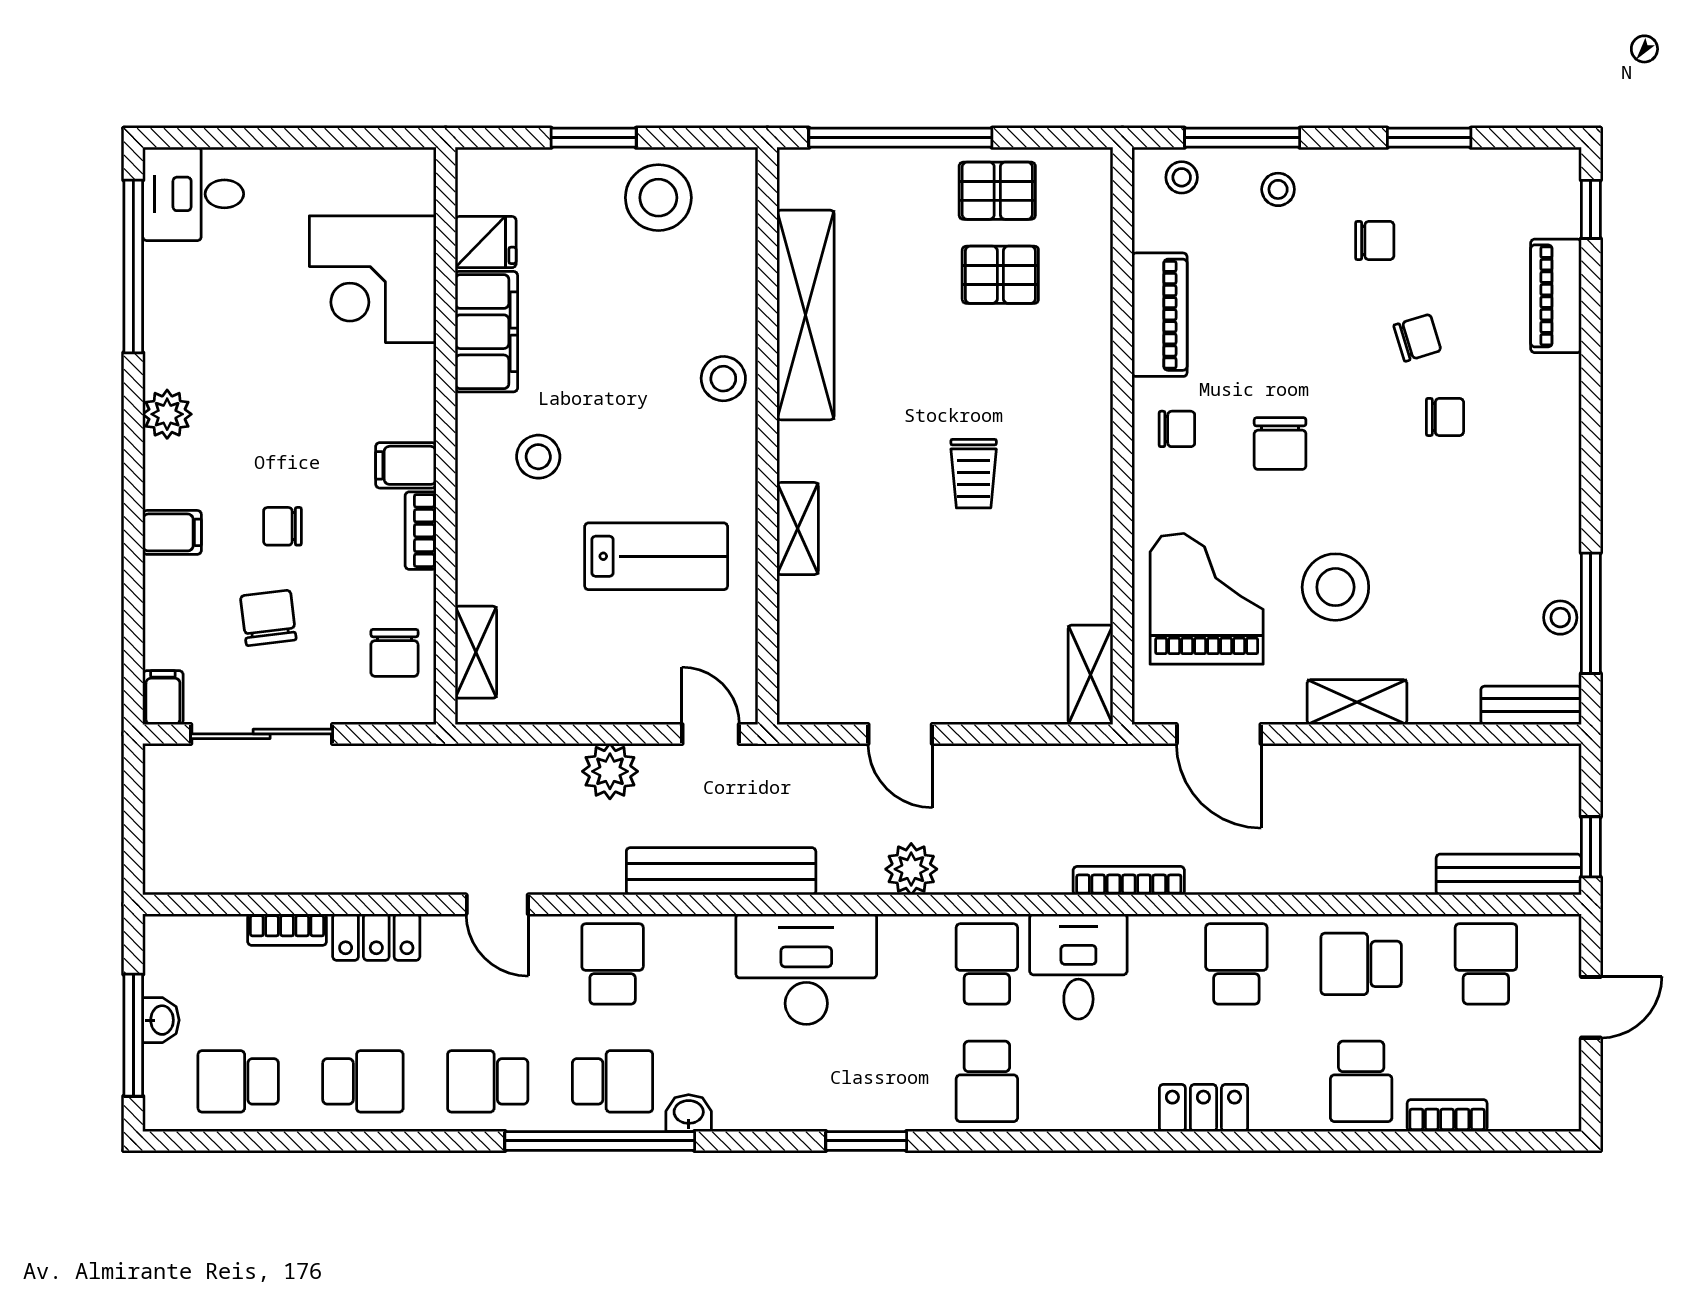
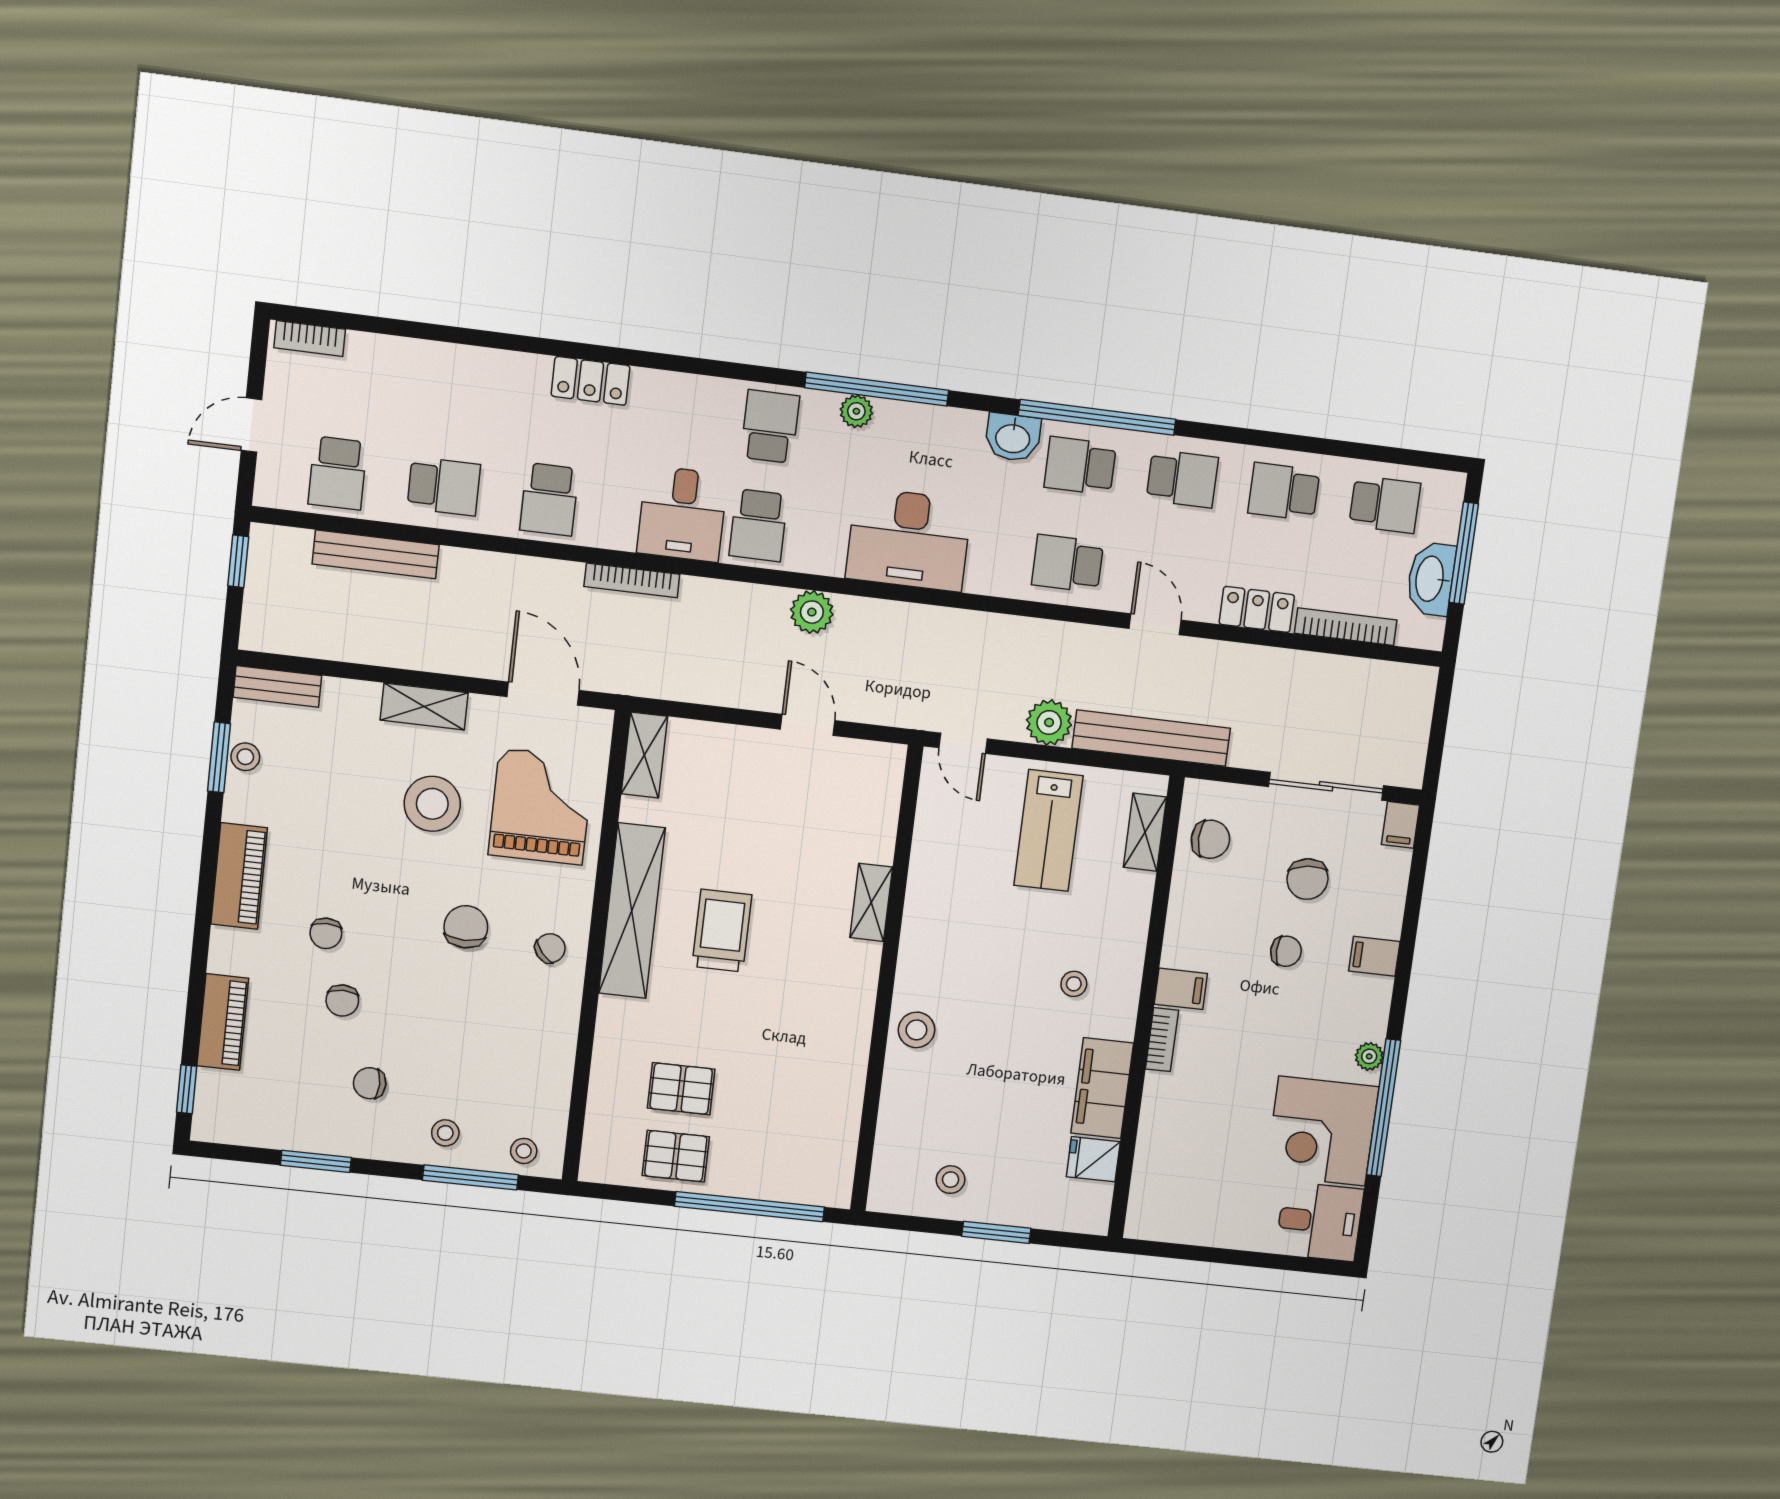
stool: (658, 198) -> (951, 1180), width x0.53, depth x0.53
window: (133, 266) -> (1384, 1108), moved
corner desk: (373, 279) -> (1322, 1131), moved, turned 180
shelving: (805, 315) -> (632, 911), moved
piano: (1159, 315) -> (239, 876), moved, turned 180
chair: (1417, 338) -> (342, 1000), turned -73
plant: (167, 414) -> (1369, 1056), width x0.73, depth x0.73
chair: (1445, 417) -> (326, 933), turned -90
chair: (1177, 429) -> (550, 948), turned 140
stool: (538, 457) -> (1074, 984), width x0.73, depth x0.73
trolley: (974, 474) -> (722, 931), width x1.36, depth x1.39
bookcase: (421, 531) -> (1162, 1040), moved
lab bench: (656, 556) -> (1049, 830), moved, turned -90
grand piano: (1207, 599) -> (541, 806), turned 180
window: (1591, 613) -> (219, 757), width x0.69
chair: (394, 653) -> (1210, 839), turned 90
bench: (721, 871) -> (1151, 738), moved
bench: (1509, 875) -> (376, 554), moved
bookcase: (287, 930) -> (1346, 627), width x1.56
school desk: (613, 964) -> (1068, 564), turned 90
washbasin: (161, 1020) -> (1431, 579), width x1.91, depth x1.45
school desk: (1361, 1081) -> (454, 386), removed
plant: (887, 1112) -> (856, 411), added
washbasin: (689, 1113) -> (1013, 437), width x1.38, depth x1.45
bookcase: (1447, 1116) -> (310, 339), moved
window: (866, 1141) -> (877, 389), width x2.11

